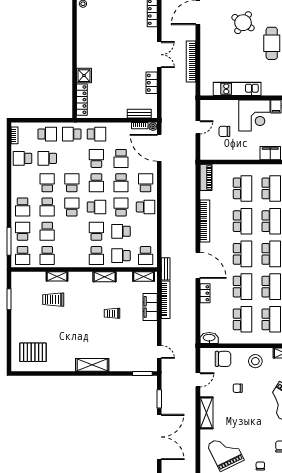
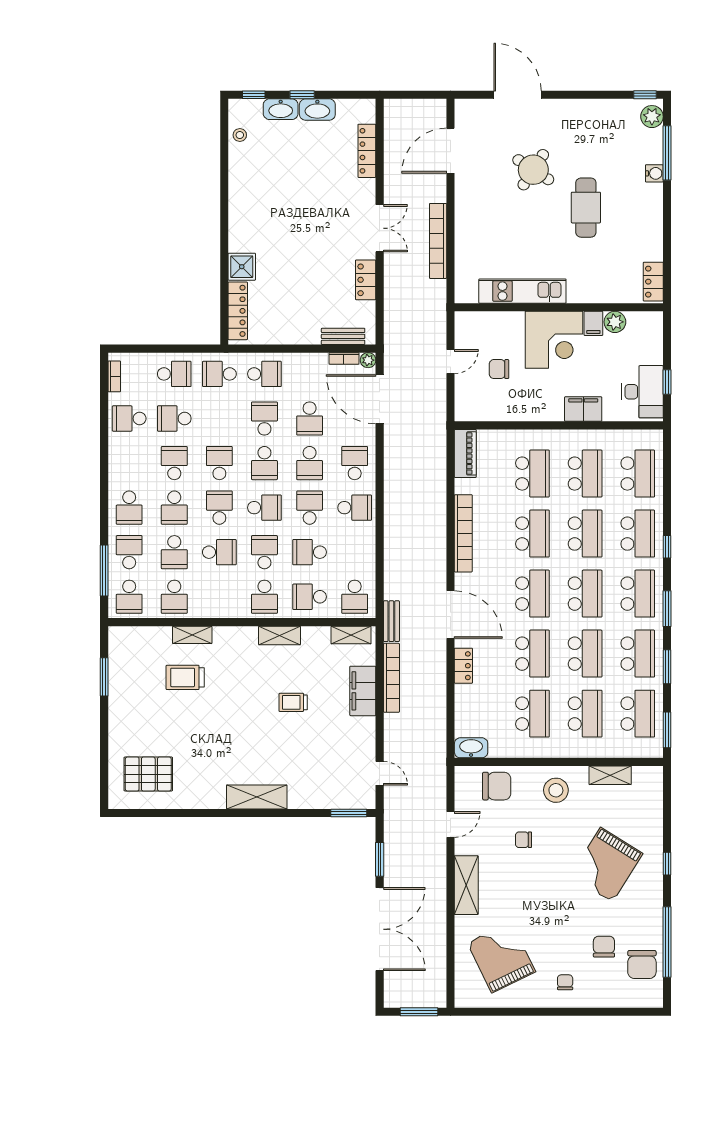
school desk: (72, 231) -> (219, 552), added

